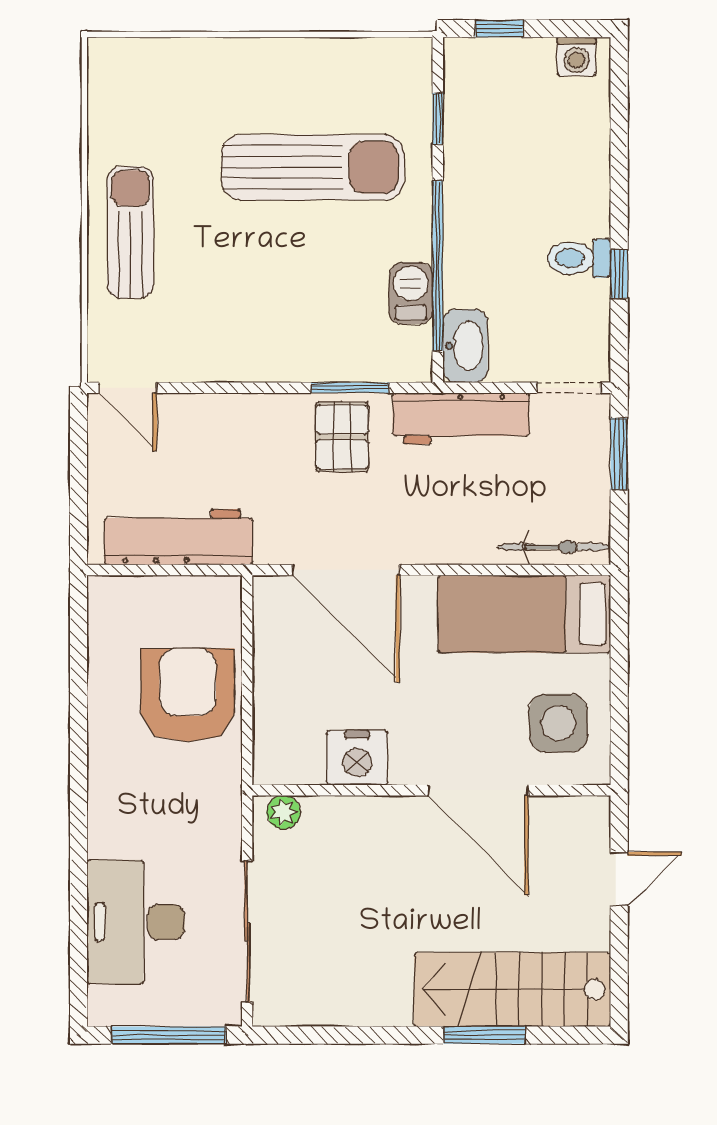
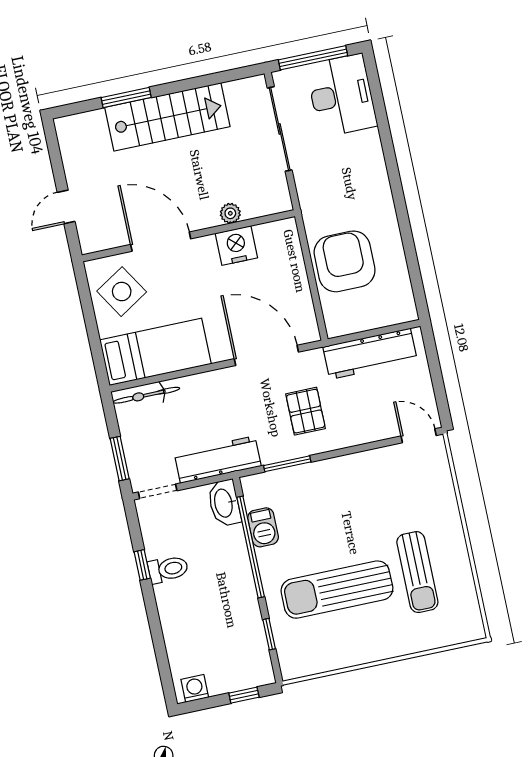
sun lounger: (130, 232) -> (417, 572), moved
pallet: (342, 437) -> (306, 411), moved
armchair: (188, 695) -> (345, 261), turned 180
side table: (558, 723) -> (122, 292), turned -32
plant: (284, 812) -> (230, 213), moved
desk: (136, 922) -> (341, 95), moved
stairs: (512, 990) -> (167, 117), moved

